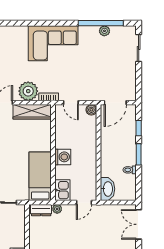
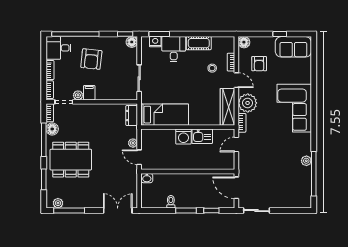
plant: (104, 31) -> (306, 161), moved
corner sofa: (53, 43) -> (294, 108), moved
sliding door: (139, 48) -> (257, 211), moved
boiler: (91, 110) -> (229, 165), removed
washbasin: (107, 189) -> (147, 178), width x0.52, depth x0.69
kitchen sink: (62, 190) -> (202, 136), moved
plant: (57, 209) -> (133, 143), moved

